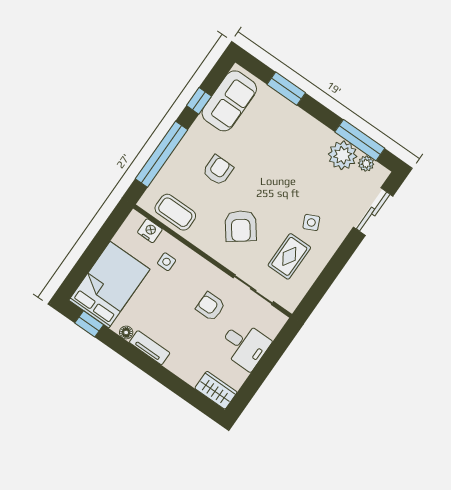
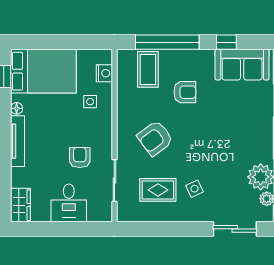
coffee table: (175, 212) -> (148, 69), moved
tv unit: (150, 348) -> (18, 141), width x1.41

